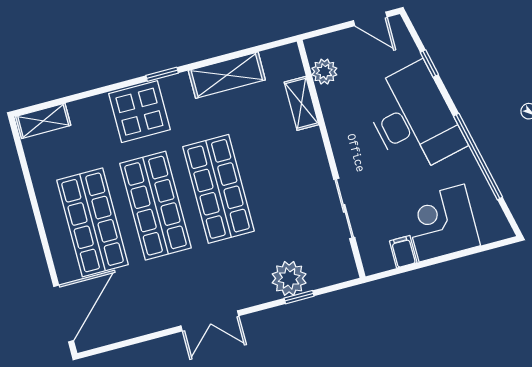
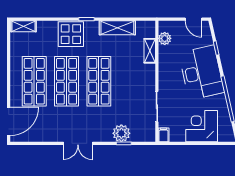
filing cabinet: (403, 252) -> (164, 135), moved

